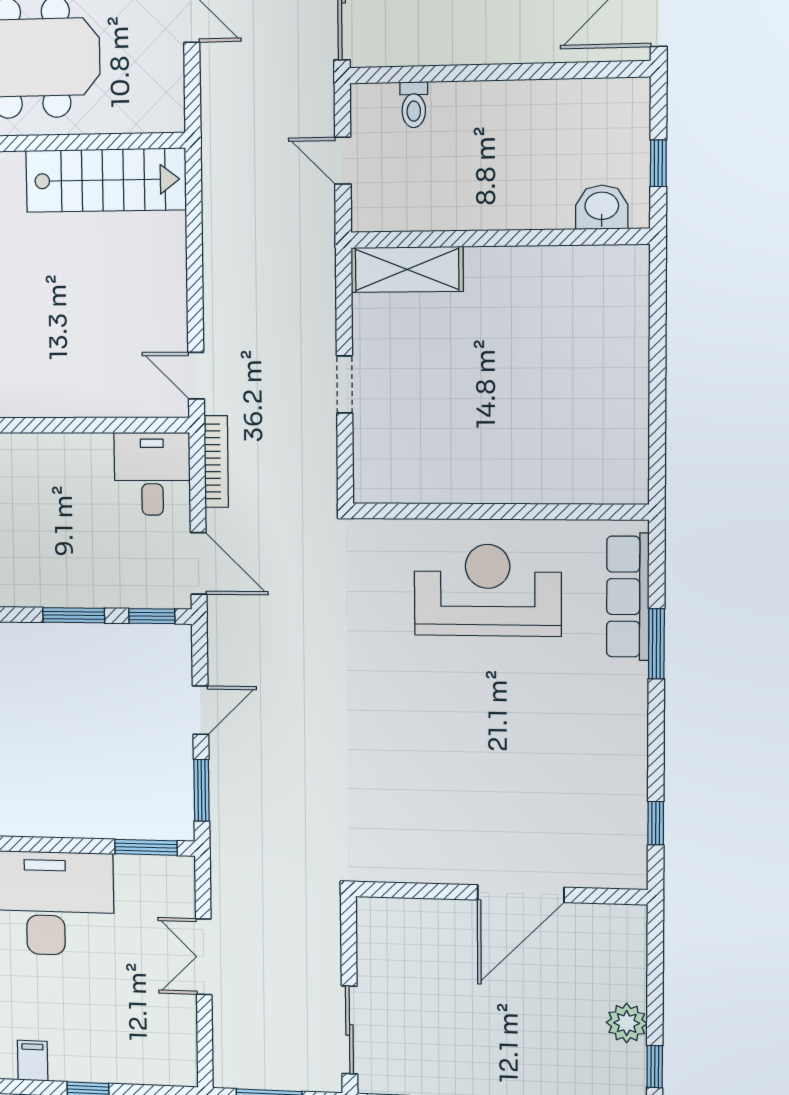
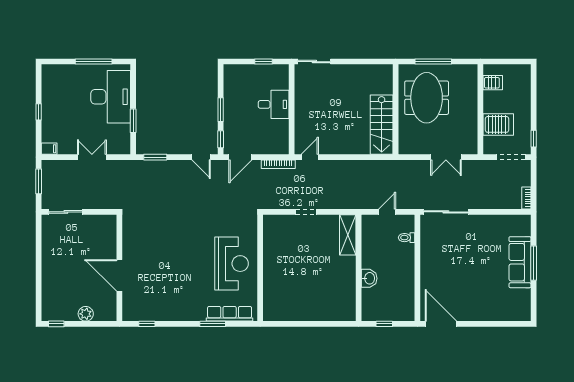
washbasin: (602, 207) -> (369, 278), moved
desk: (152, 474) -> (274, 104), moved
door: (201, 710) -> (201, 157), moved
window: (146, 847) -> (133, 121), moved
plant: (627, 1023) -> (86, 314), moved
filing cabinet: (33, 1061) -> (49, 149), moved

